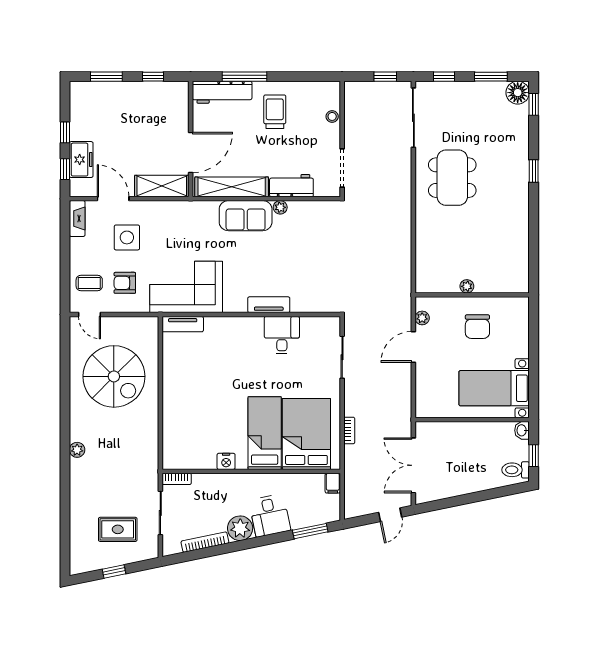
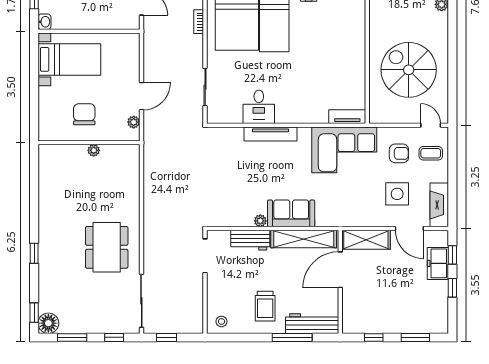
stool: (332, 116) -> (221, 321), moved
fireplace: (77, 218) -> (439, 205), width x1.37, depth x1.32
tv unit: (269, 305) -> (270, 134), width x1.41

